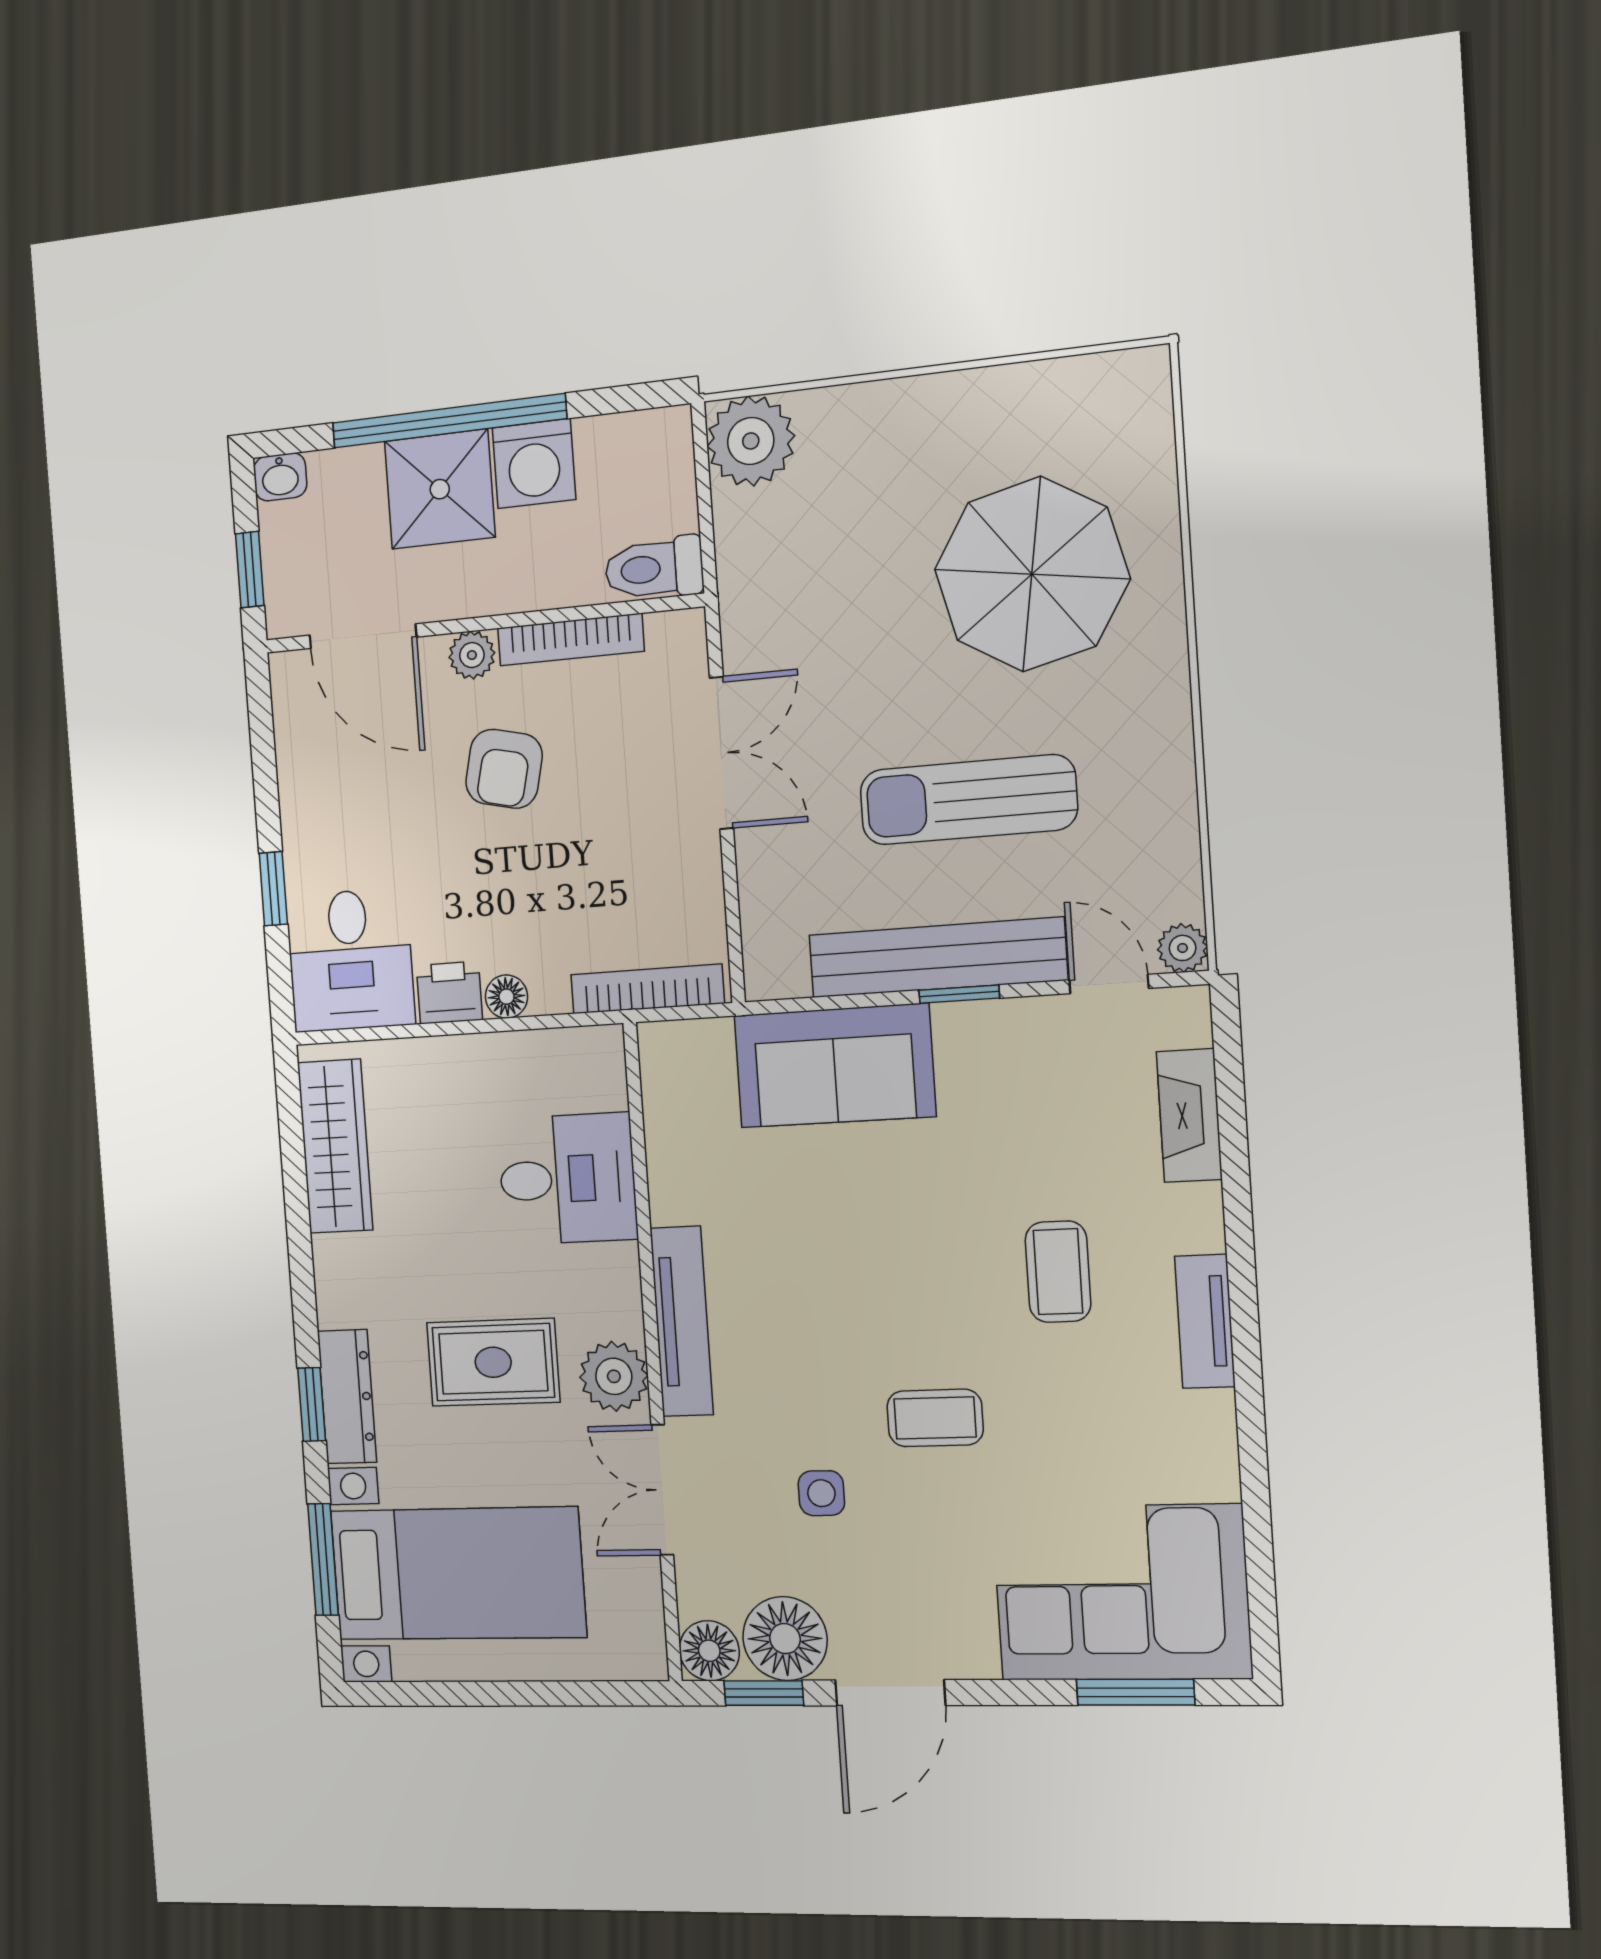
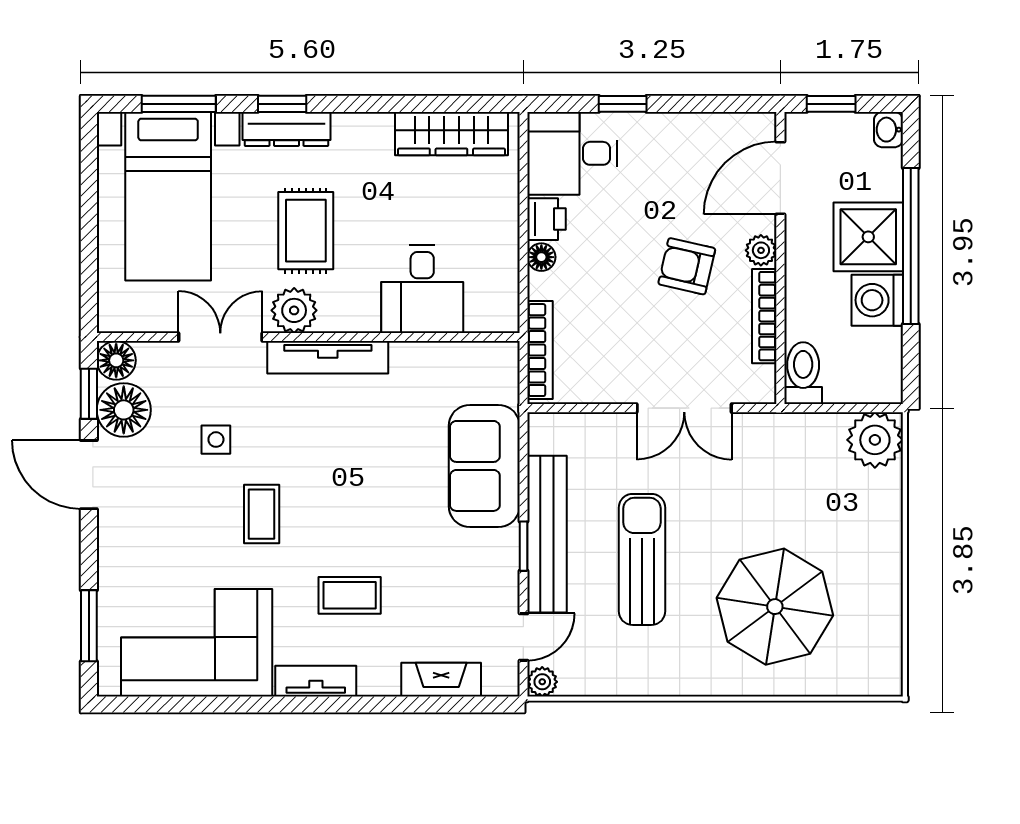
corner sofa: (1121, 1593) -> (197, 643), moved, turned -90

